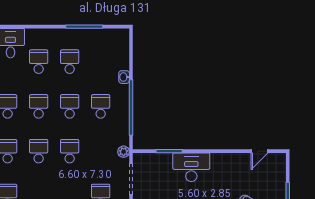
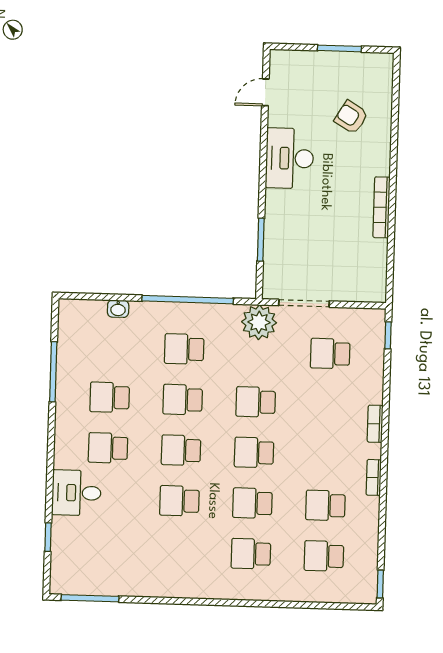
washbasin: (124, 77) -> (118, 309), moved
door: (259, 151) -> (265, 92), swing flipped
plant: (124, 152) -> (259, 322), width x1.88, depth x1.88
desk: (191, 167) -> (290, 158), moved

